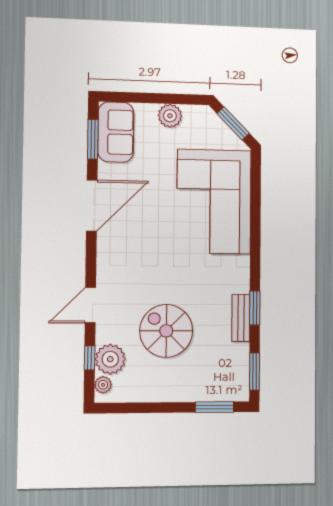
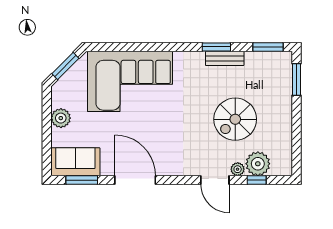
plant: (103, 385) -> (238, 169), moved

